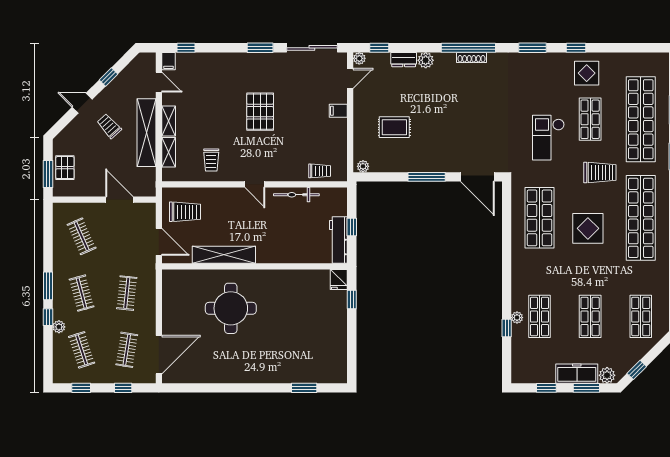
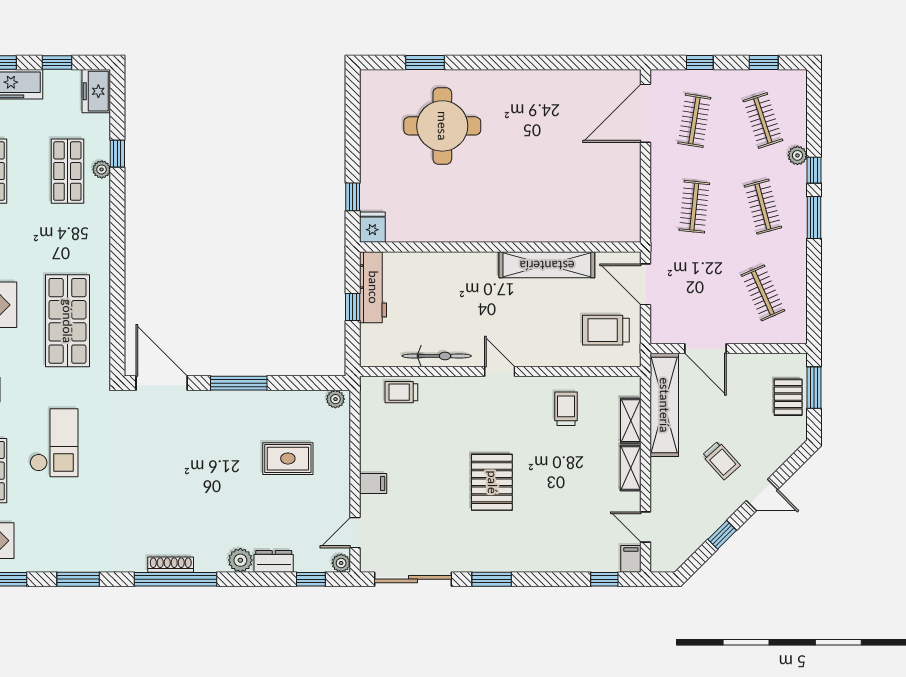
shelving: (147, 133) -> (664, 405), moved
round table: (231, 308) -> (442, 126), moved
freezer: (520, 369) -> (96, 91), added

